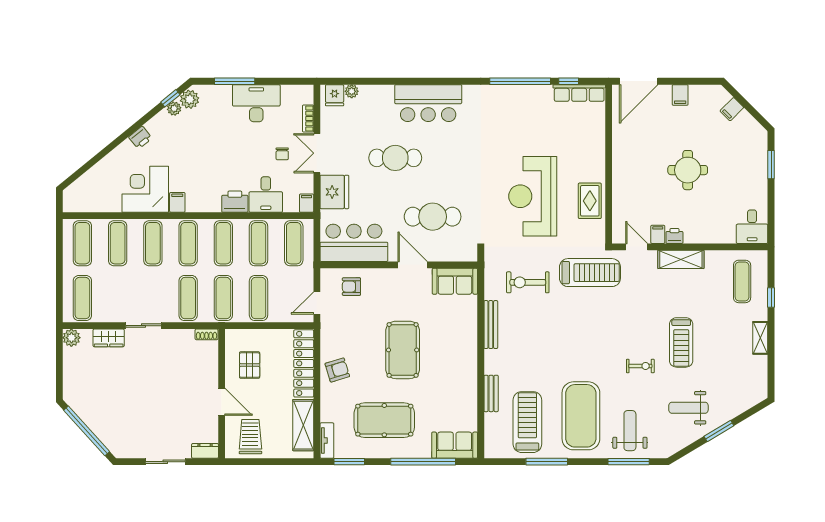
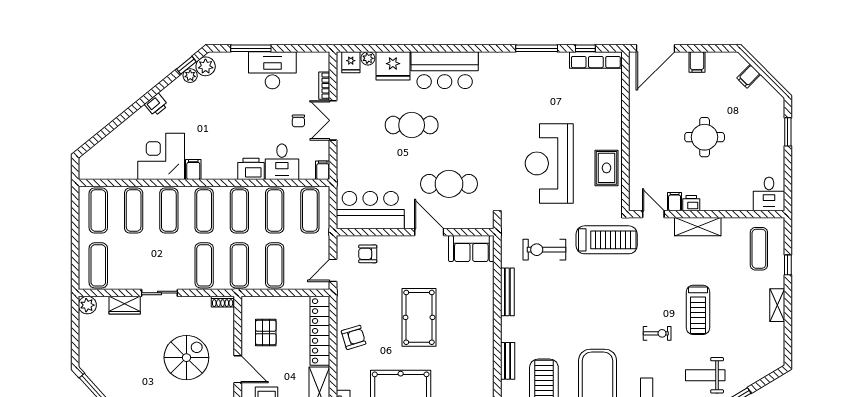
window: (520, 81) -> (537, 48), width x0.68
fridge: (334, 192) -> (393, 66), moved, turned 90
spiral stairs: (170, 390) -> (186, 358), added

